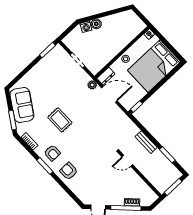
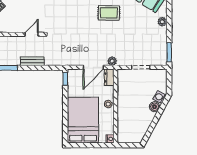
plant: (30, 76) -> (162, 22), added

